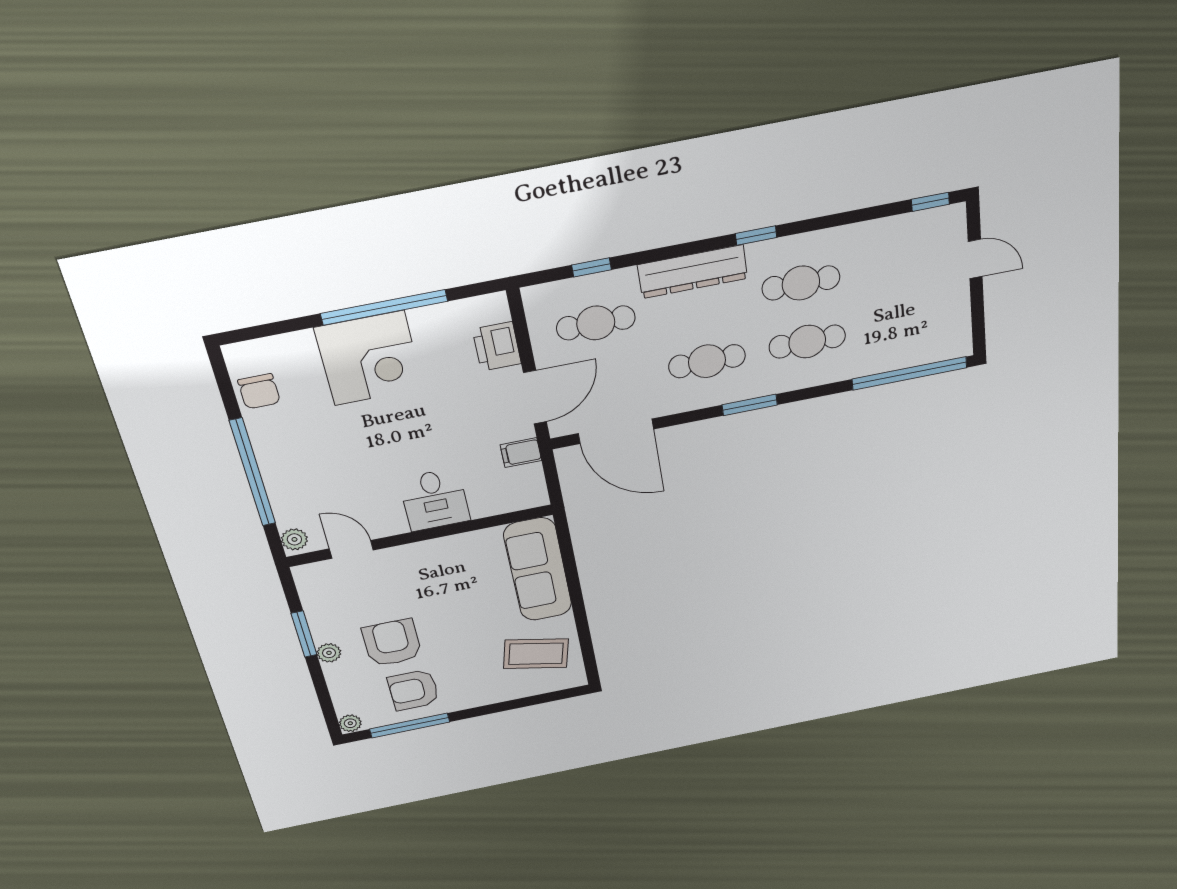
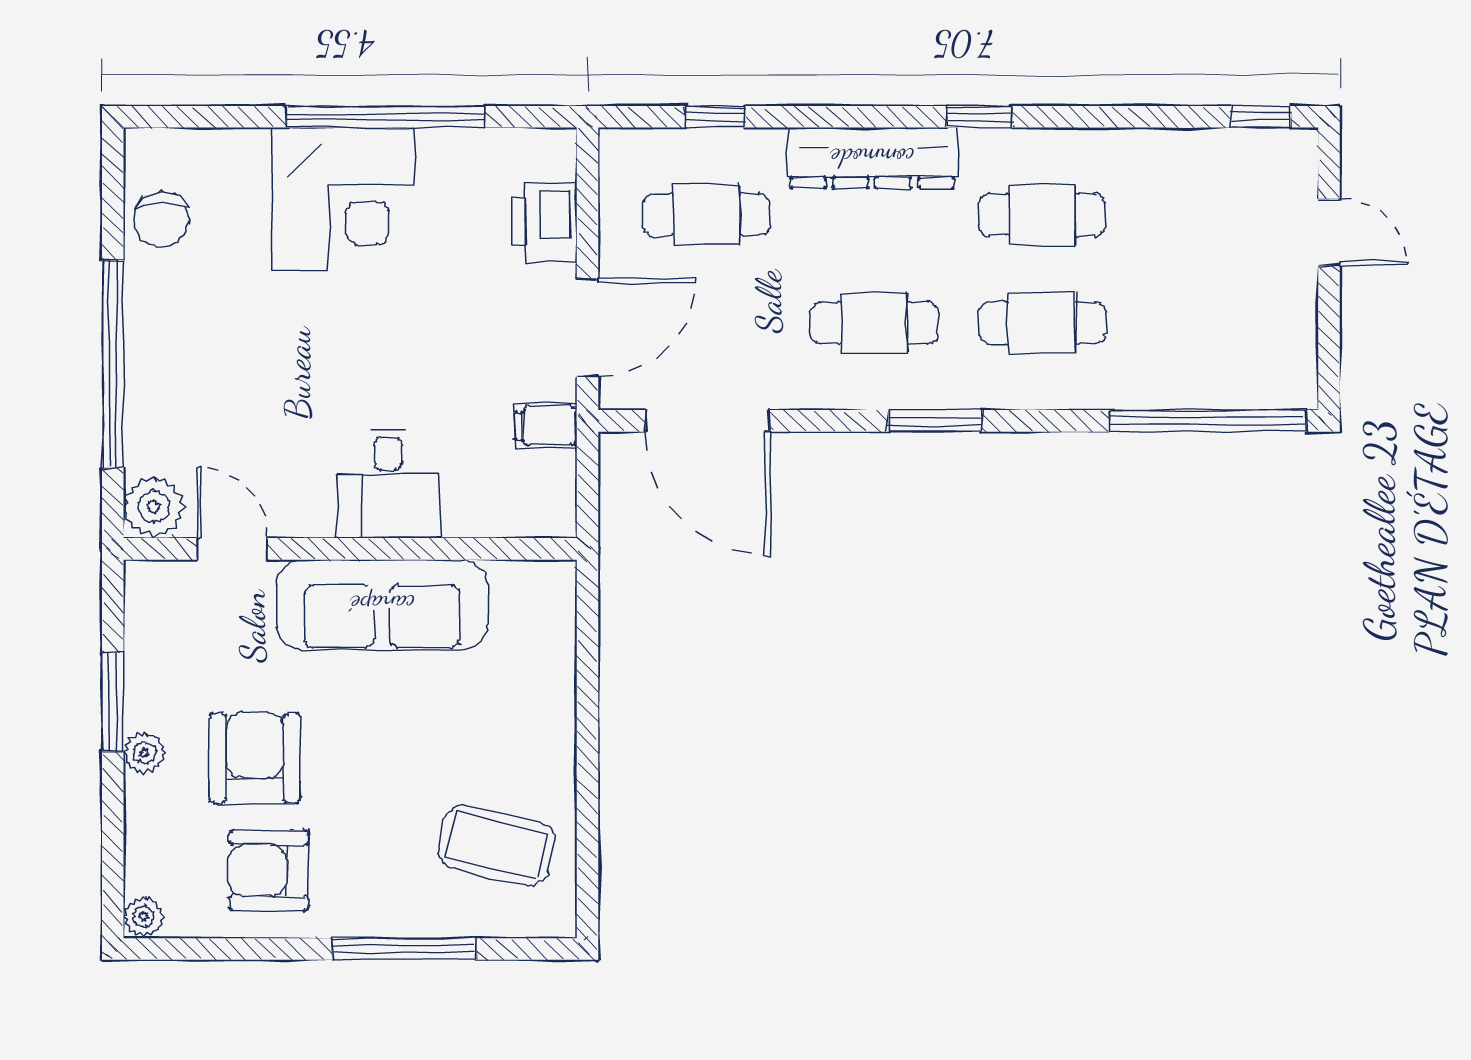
plant: (294, 539) -> (154, 507), width x1.38, depth x1.38
sofa: (538, 570) -> (382, 605), moved, turned -90
window: (410, 725) -> (404, 949), moved

